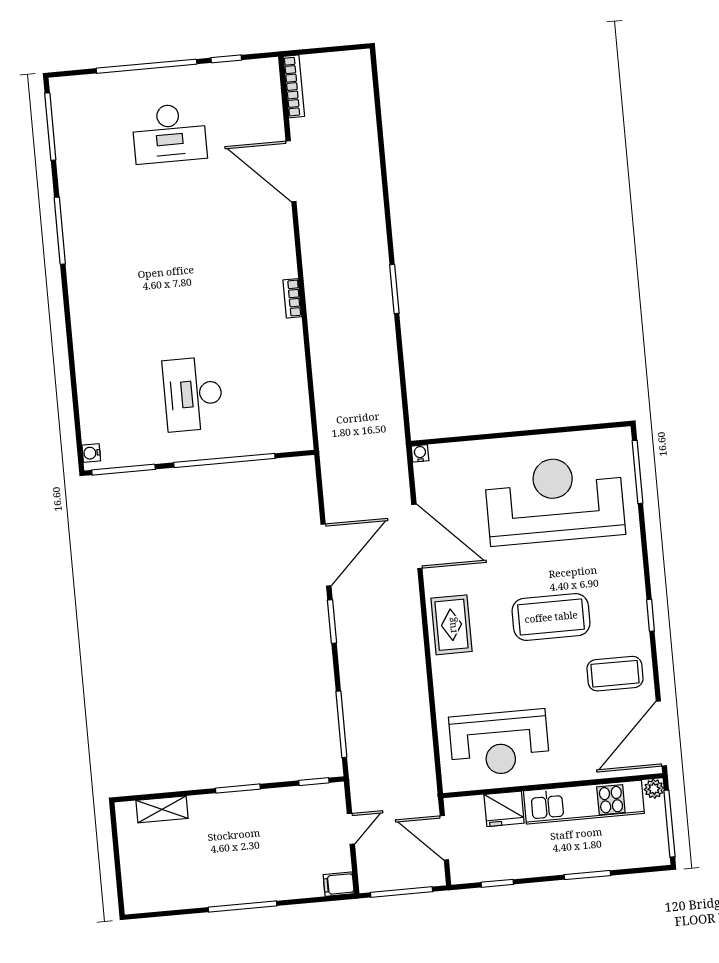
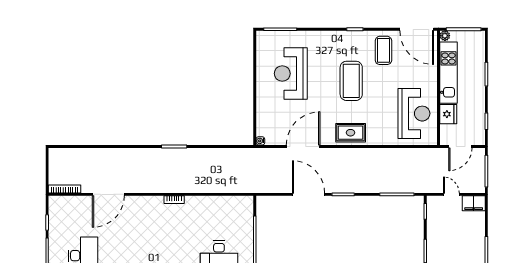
reception desk: (555, 500) -> (291, 74), width x0.74, depth x0.77
filing cabinet: (339, 884) -> (474, 203), width x2.00

